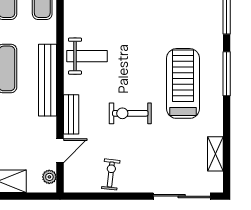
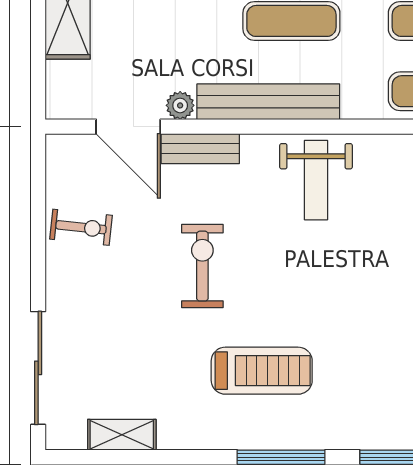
treadmill: (183, 83) -> (262, 371), width x0.73, depth x0.73
door: (60, 151) -> (128, 127), width x1.38
plant: (49, 177) -> (180, 105), moved

